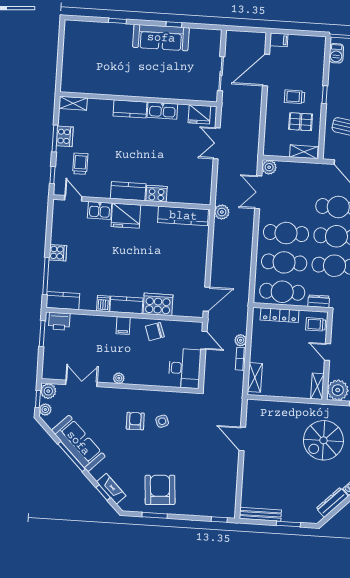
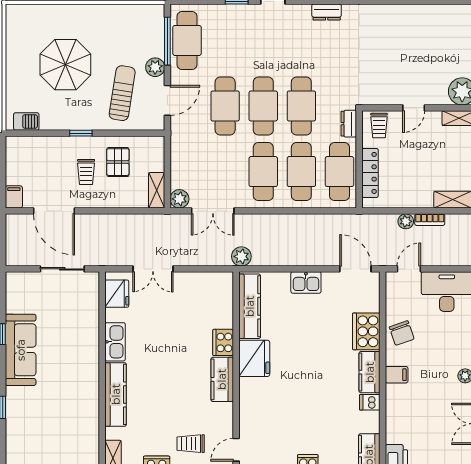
kitchen counter: (130, 109) -> (116, 394), width x1.50
shelving: (304, 152) -> (157, 190), moved
kitchen sink: (100, 211) -> (306, 282), moved, turned 90
fridge: (126, 216) -> (254, 358), moved

